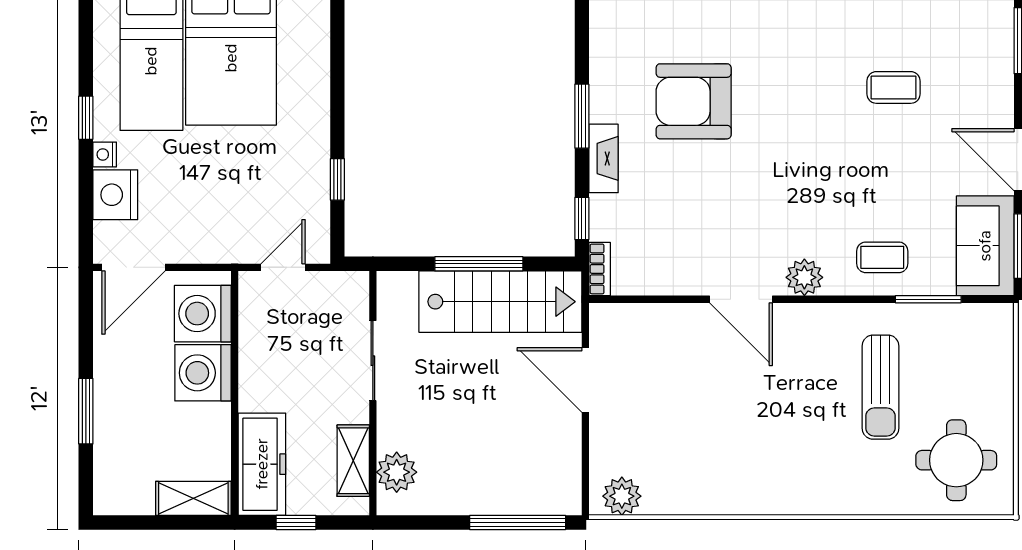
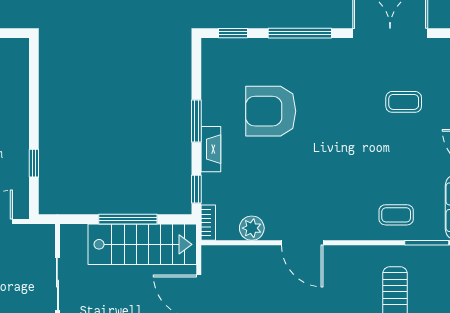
plant: (804, 277) -> (252, 228), moved

